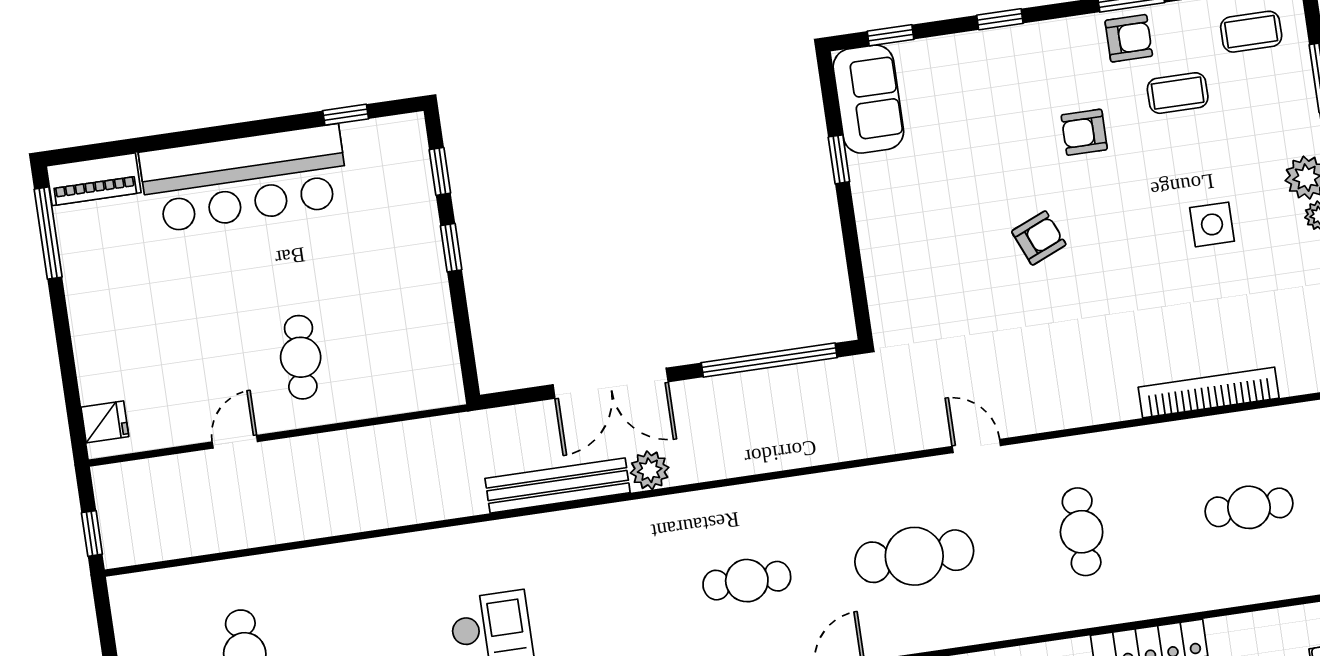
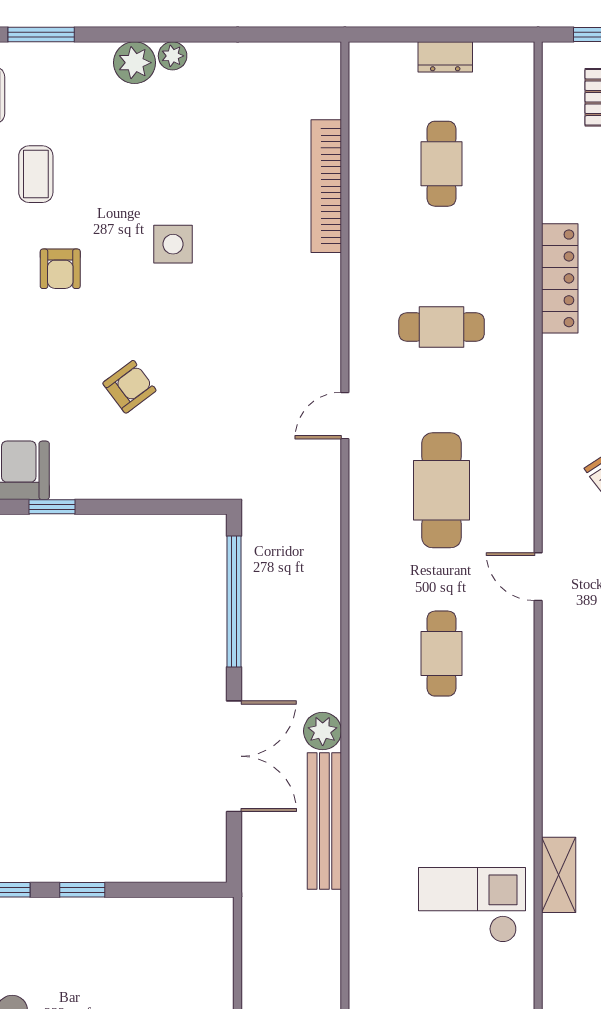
side table: (1212, 224) -> (173, 244), moved
armchair: (1039, 238) -> (129, 387), moved, turned 76

